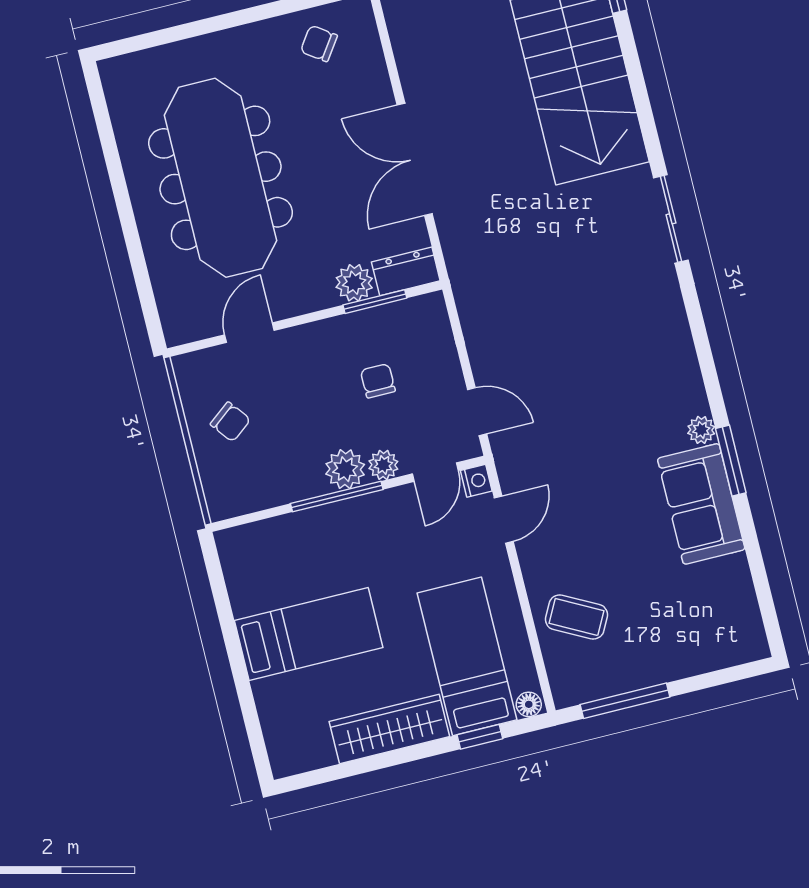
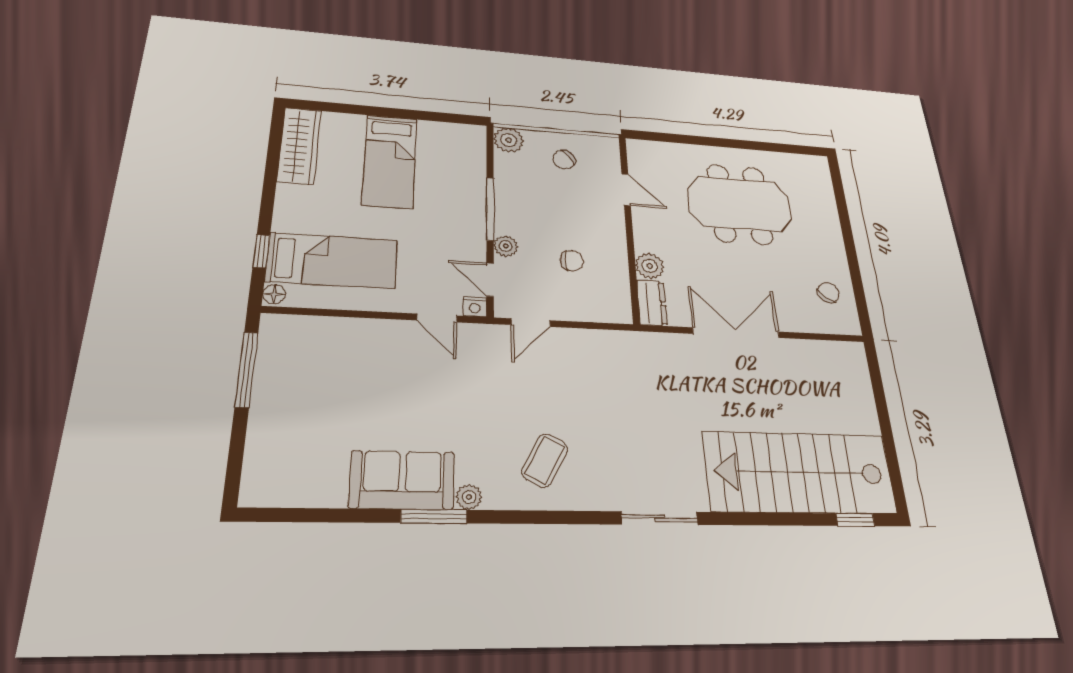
meeting table: (221, 178) -> (740, 204), width x0.73
window: (375, 302) -> (633, 276), removed
plant: (345, 469) -> (509, 140), moved
coffee table: (576, 617) -> (545, 460), moved
wardrobe: (389, 729) -> (299, 146), moved

